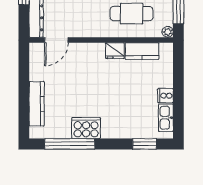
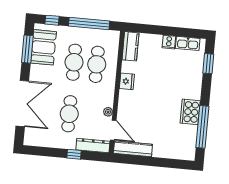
plant: (168, 32) -> (108, 112), moved
kitchen counter: (142, 51) -> (130, 46), moved
kitchen counter: (37, 104) -> (133, 149), moved

